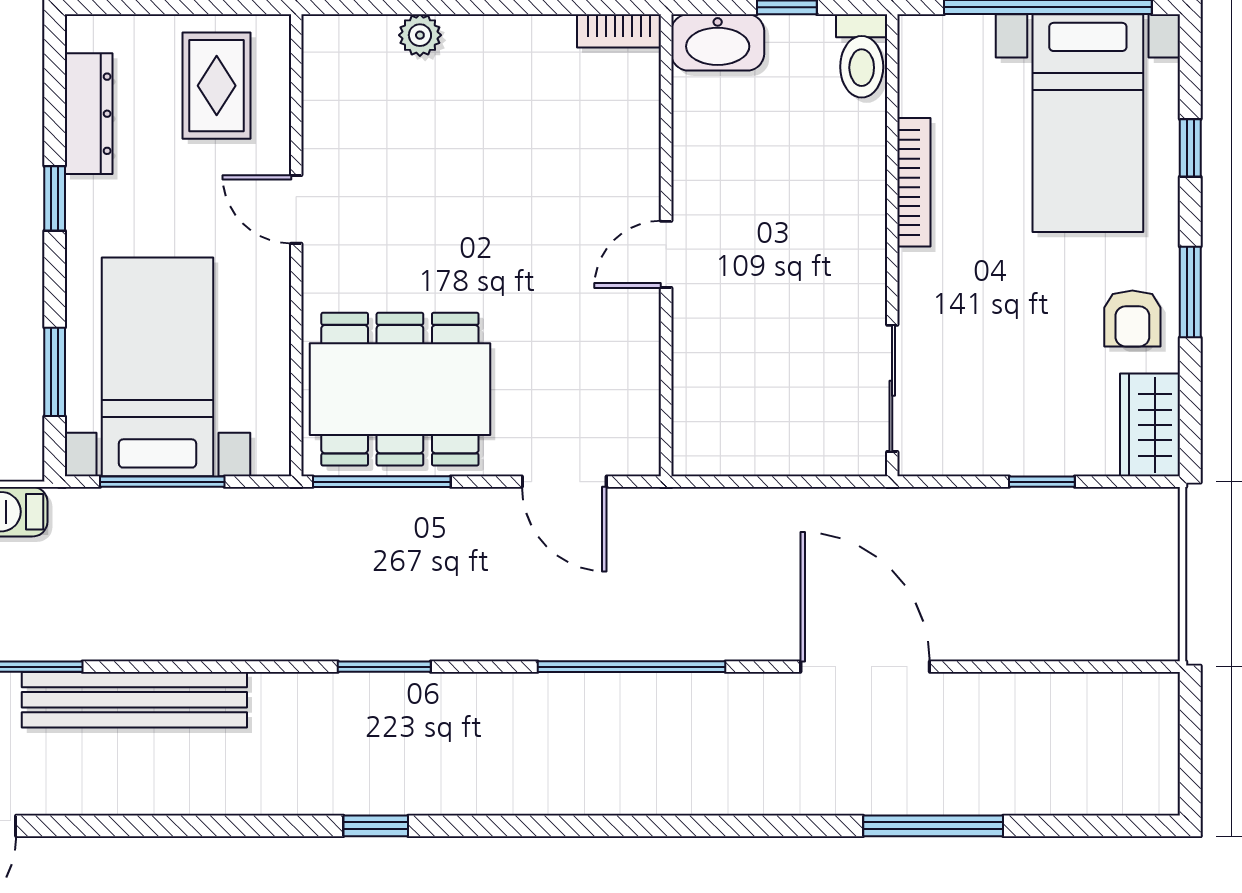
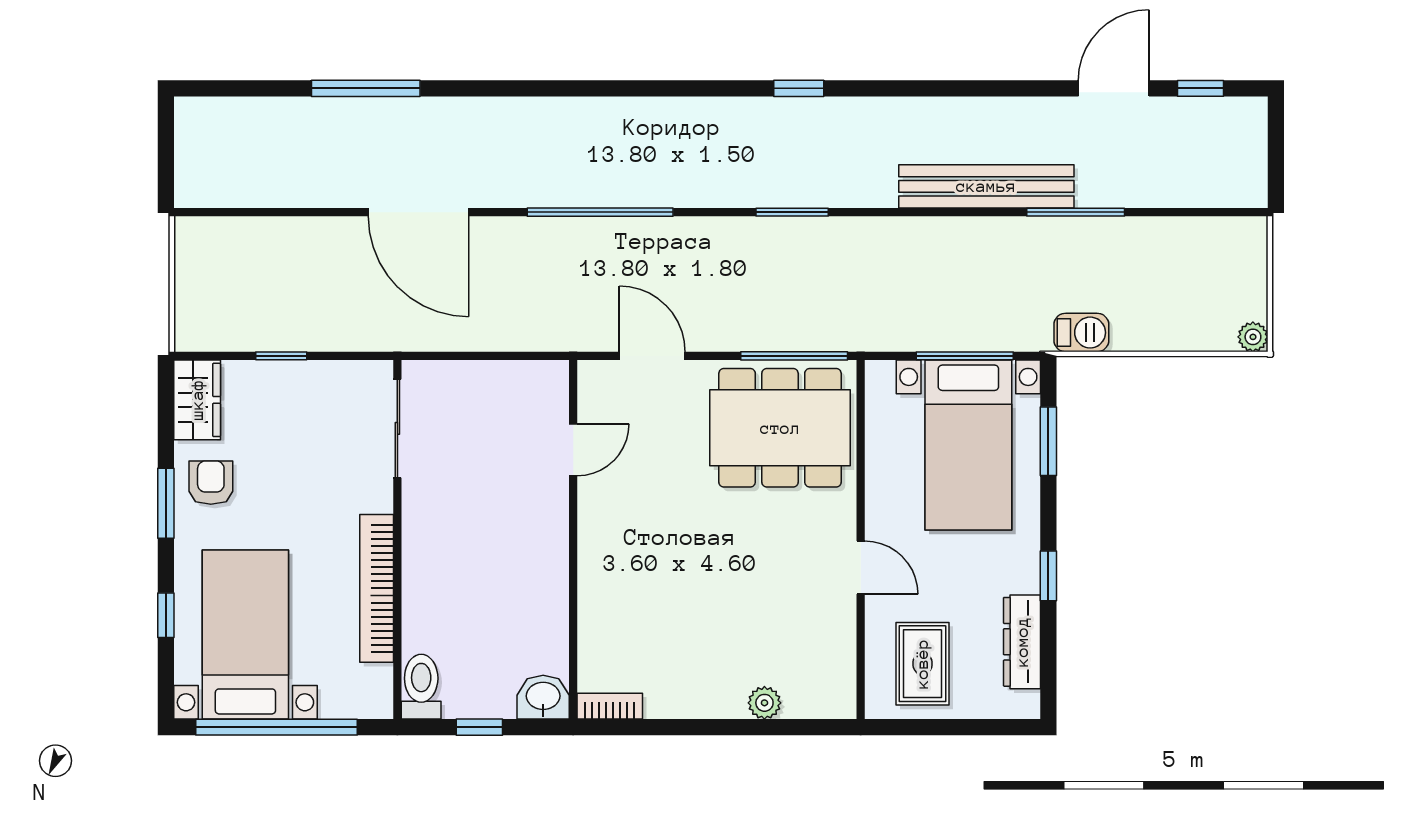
washbasin: (718, 42) -> (543, 697), width x0.72
bookcase: (914, 182) -> (377, 588), width x1.48, depth x1.31
door: (666, 254) -> (573, 450), moved

